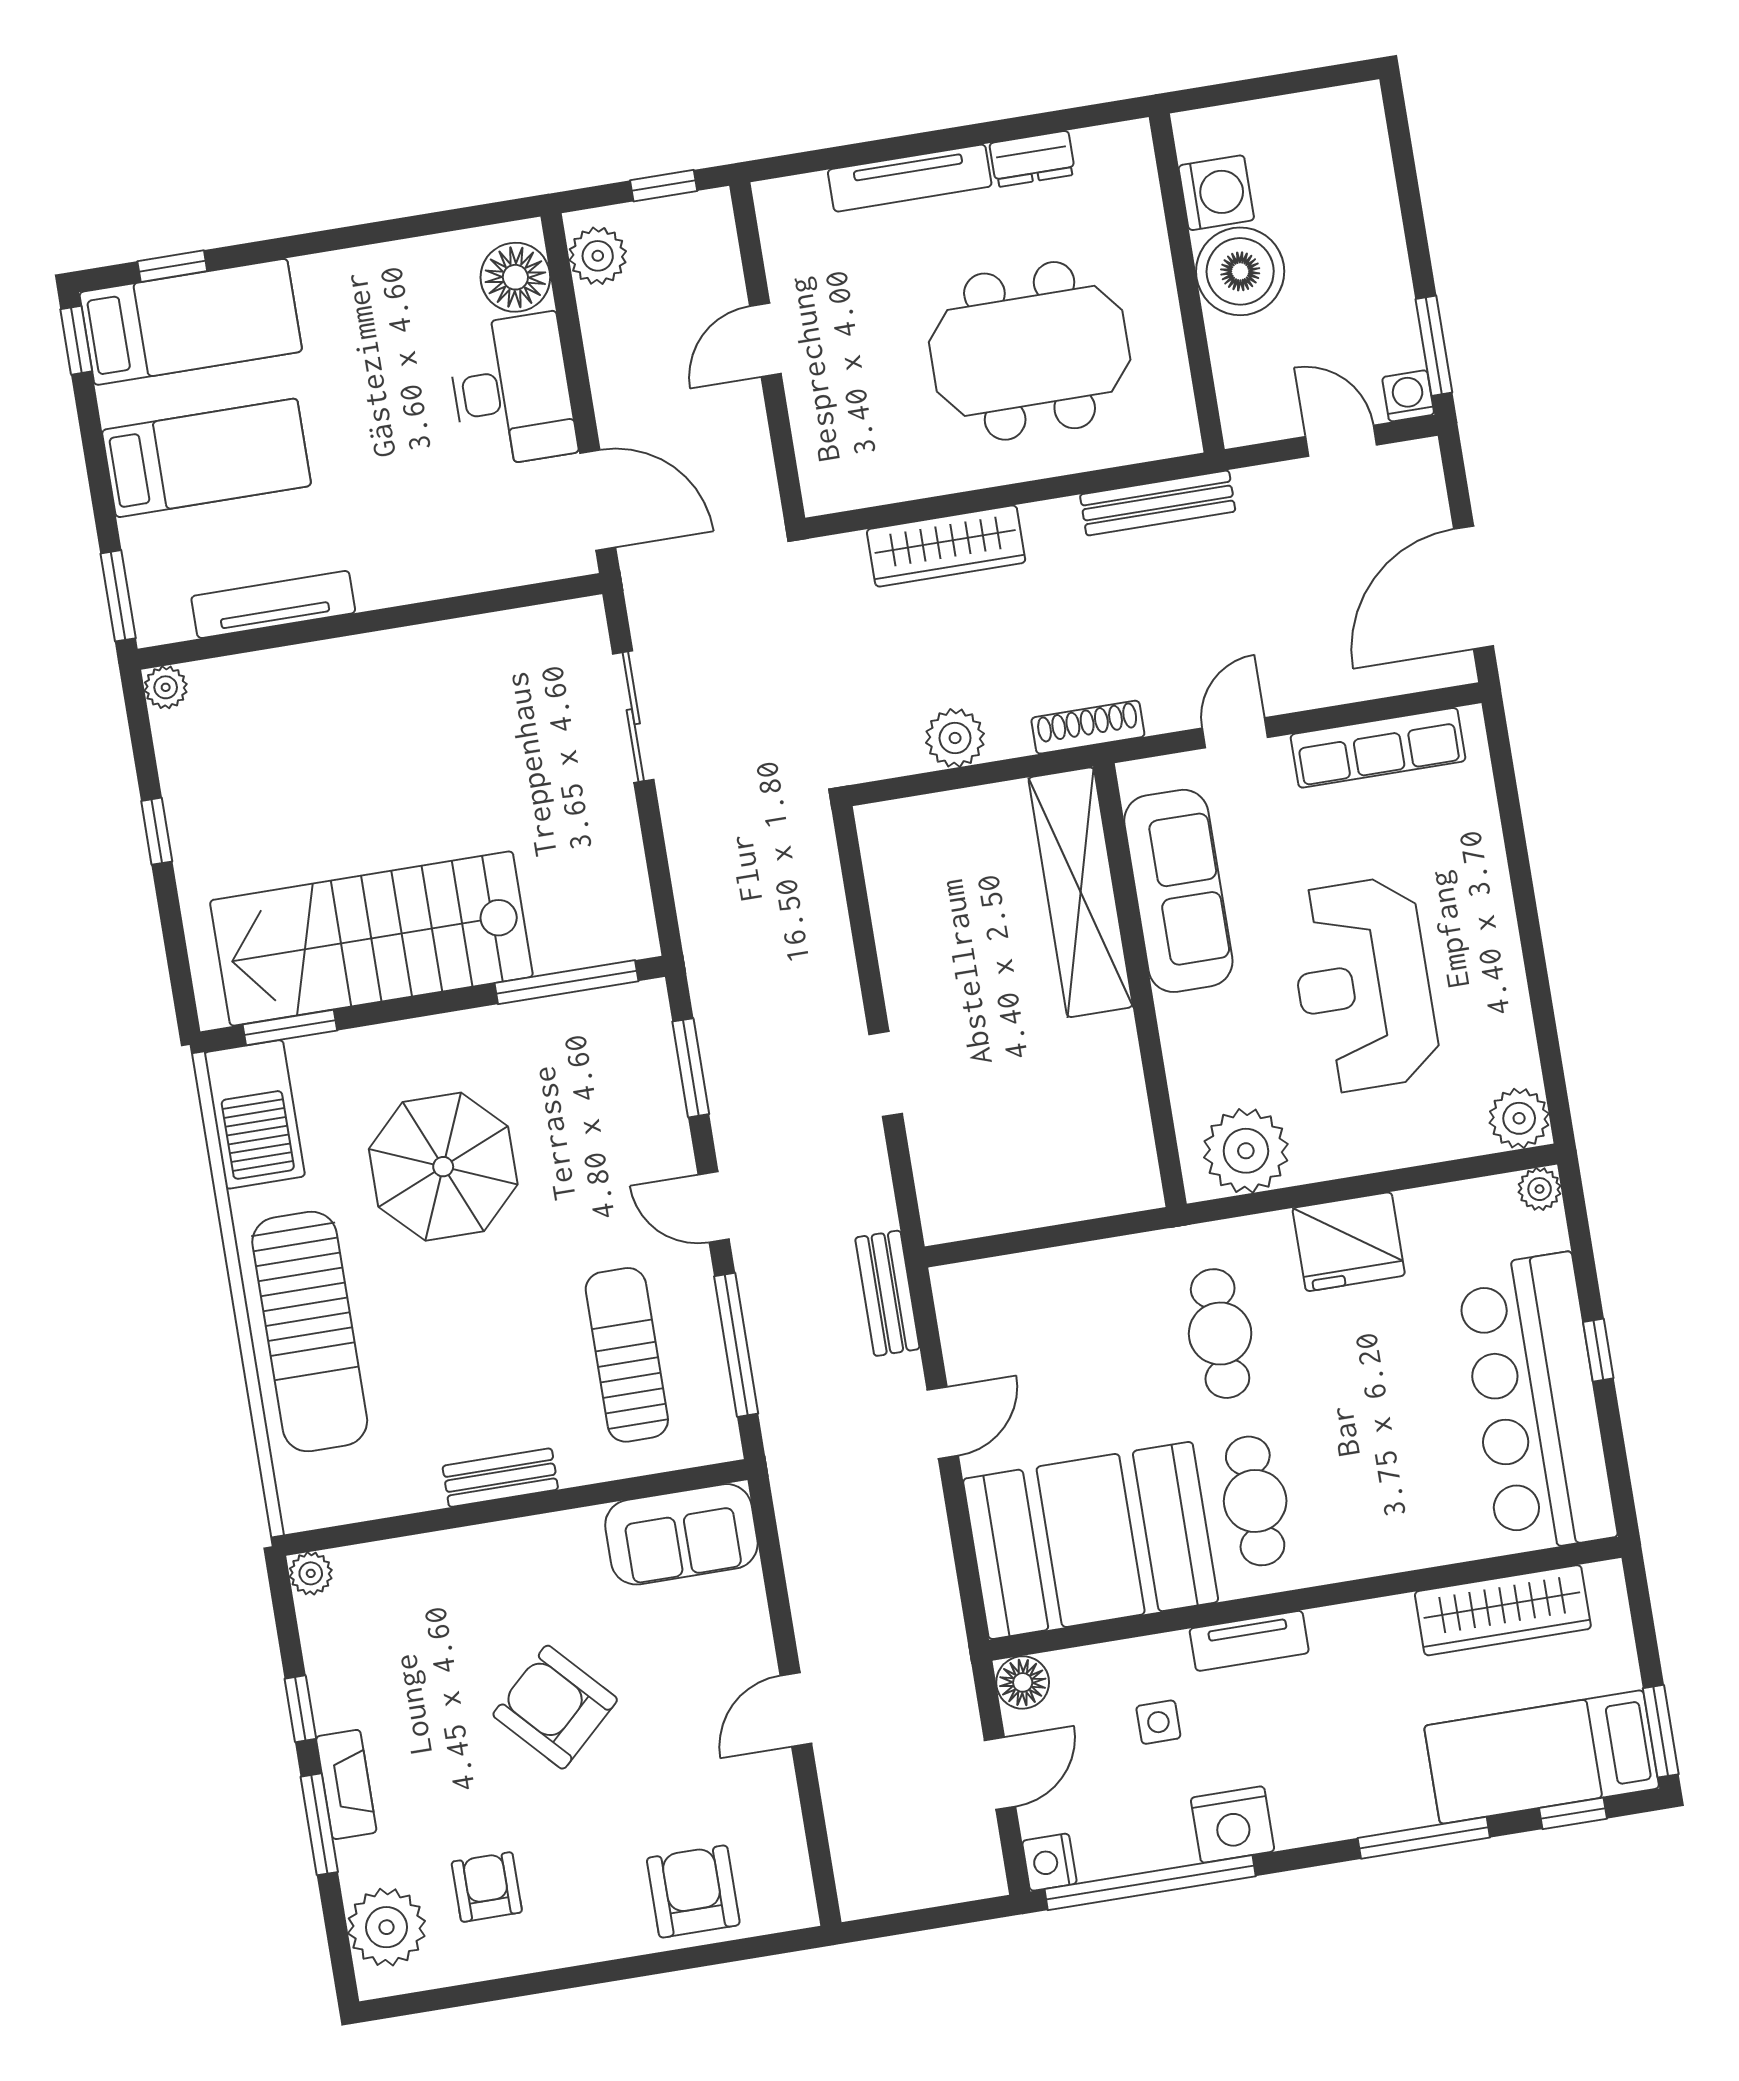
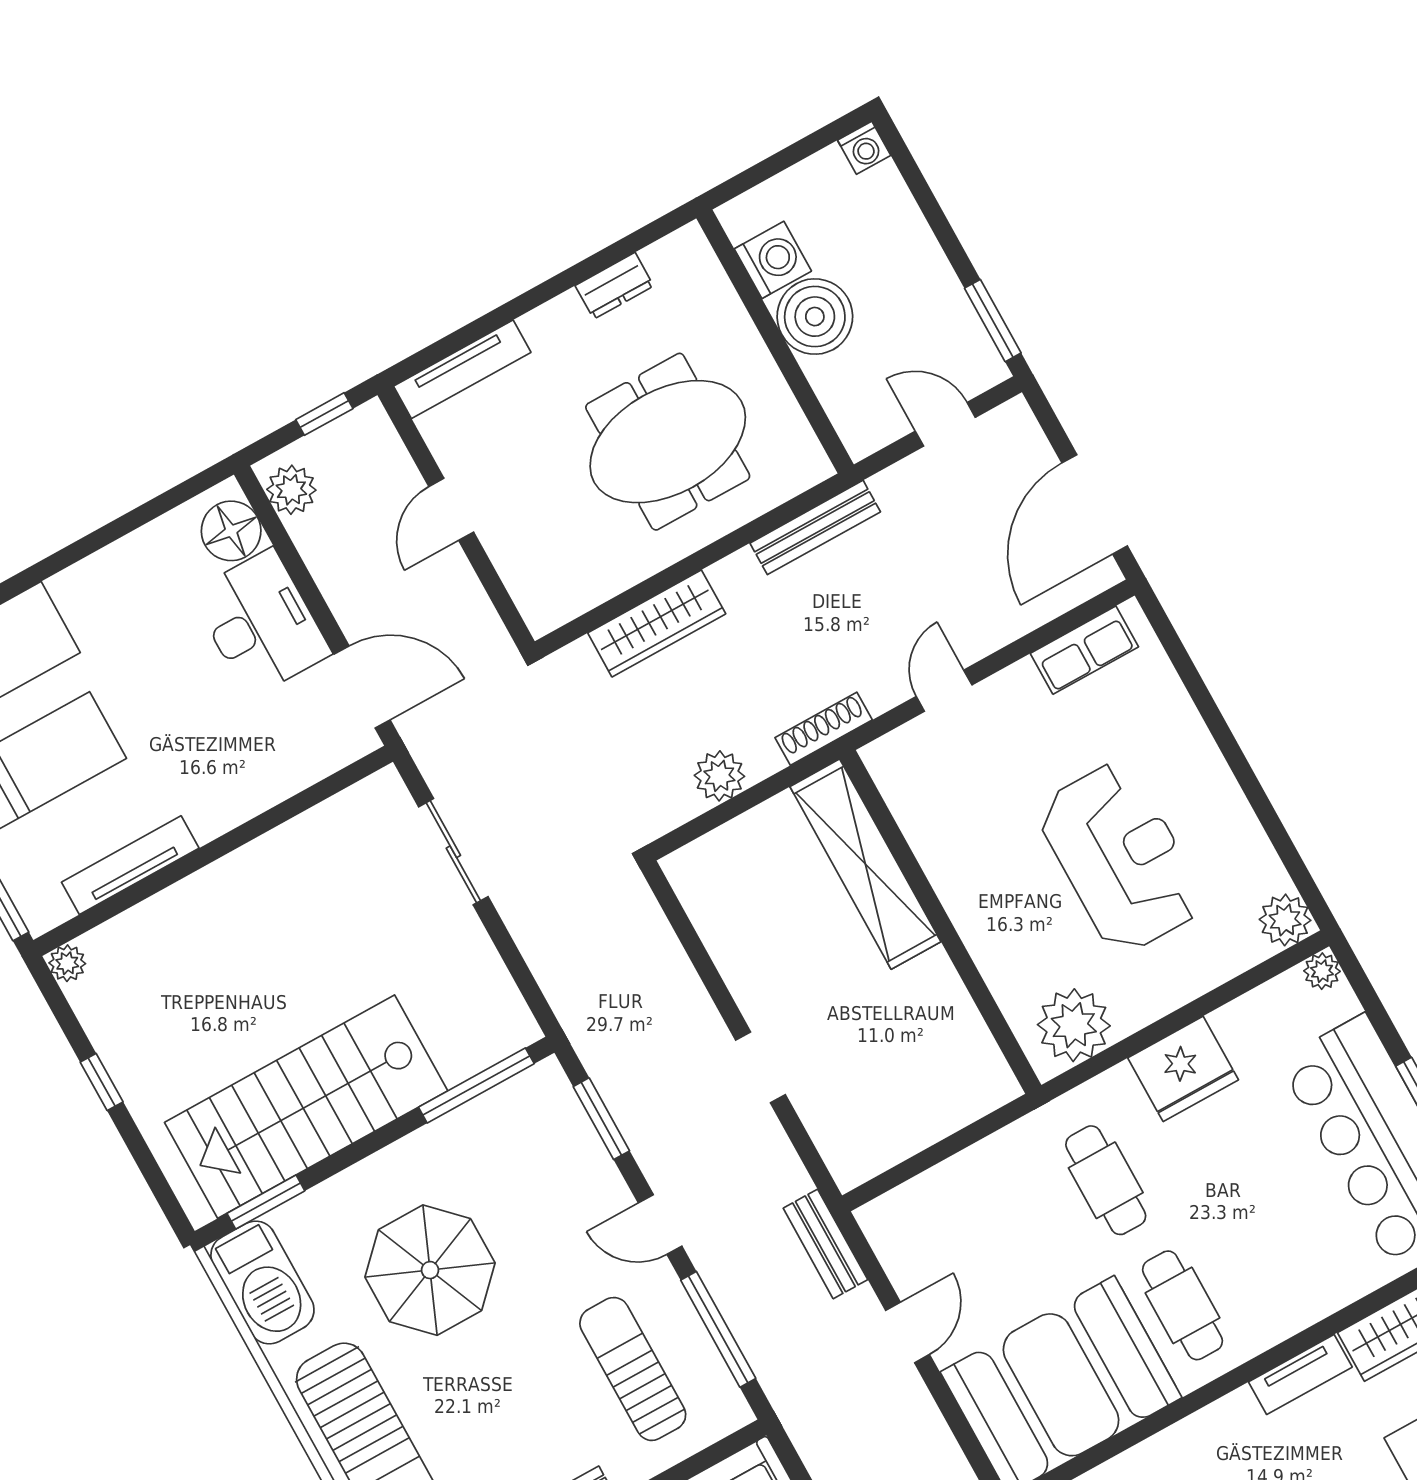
tv unit: (910, 178) -> (462, 369), moved
washing machine: (1408, 396) -> (864, 148), moved, turned 180
row of seats: (1378, 748) -> (1084, 650), width x0.68
sofa: (1178, 891) -> (944, 835), removed
reception desk: (1363, 985) -> (1121, 857), turned 180
tv unit: (1249, 1641) -> (1300, 1374), moved

